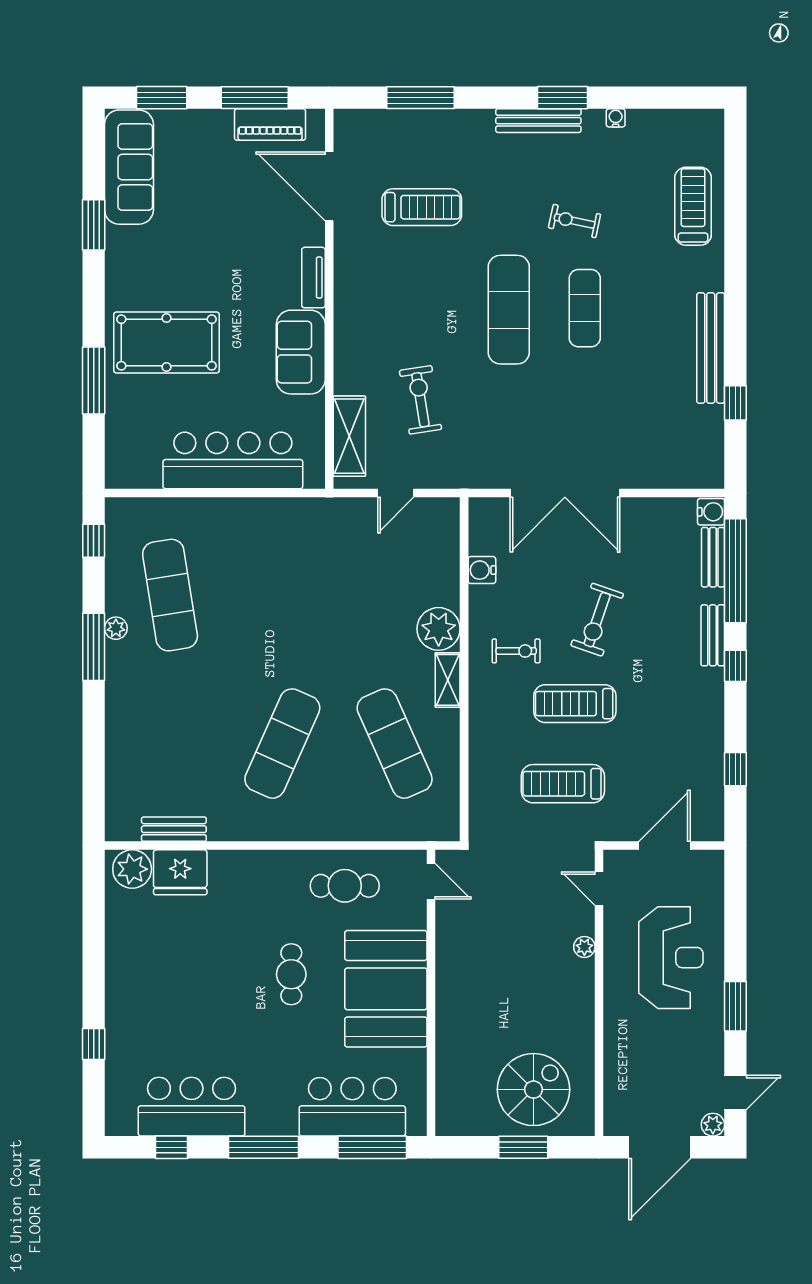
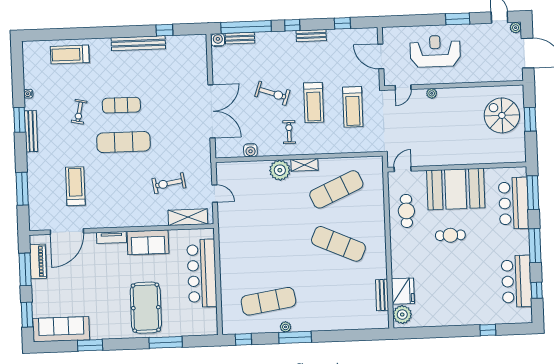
bench: (713, 635) -> (311, 36), moved

